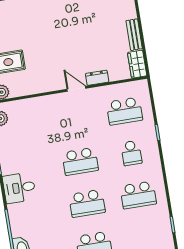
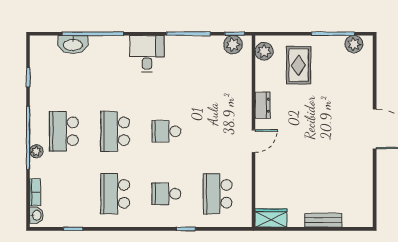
bench: (134, 35) -> (323, 220), moved
dresser: (97, 78) -> (263, 105), moved
school desk: (80, 161) -> (166, 131), width x0.54

